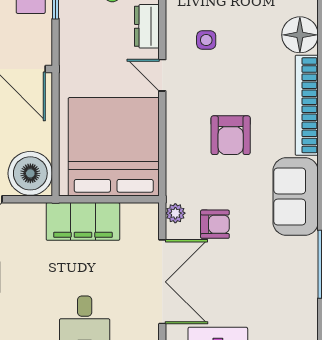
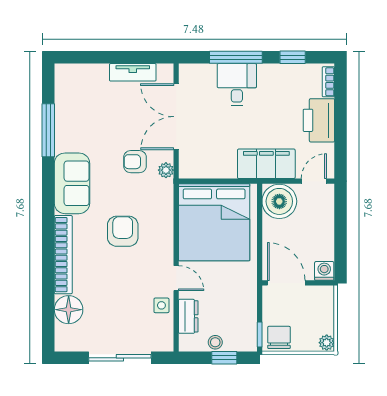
side table: (206, 40) -> (161, 305), moved
filing cabinet: (83, 221) -> (266, 164), moved

